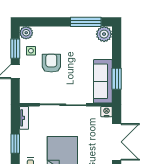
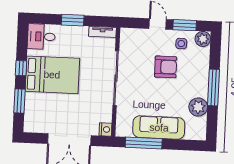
window: (86, 22) -> (214, 88), moved
plant: (104, 34) -> (198, 107), moved
window: (117, 79) -> (144, 143), width x1.44
sofa: (103, 81) -> (159, 128), moved

